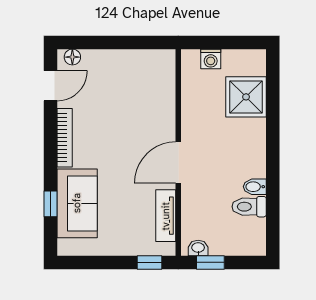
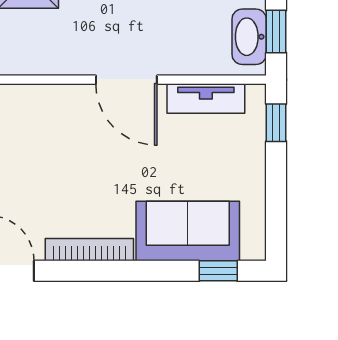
window: (51, 204) -> (218, 271), moved
washbasin: (198, 248) -> (249, 37), width x1.91, depth x1.45

